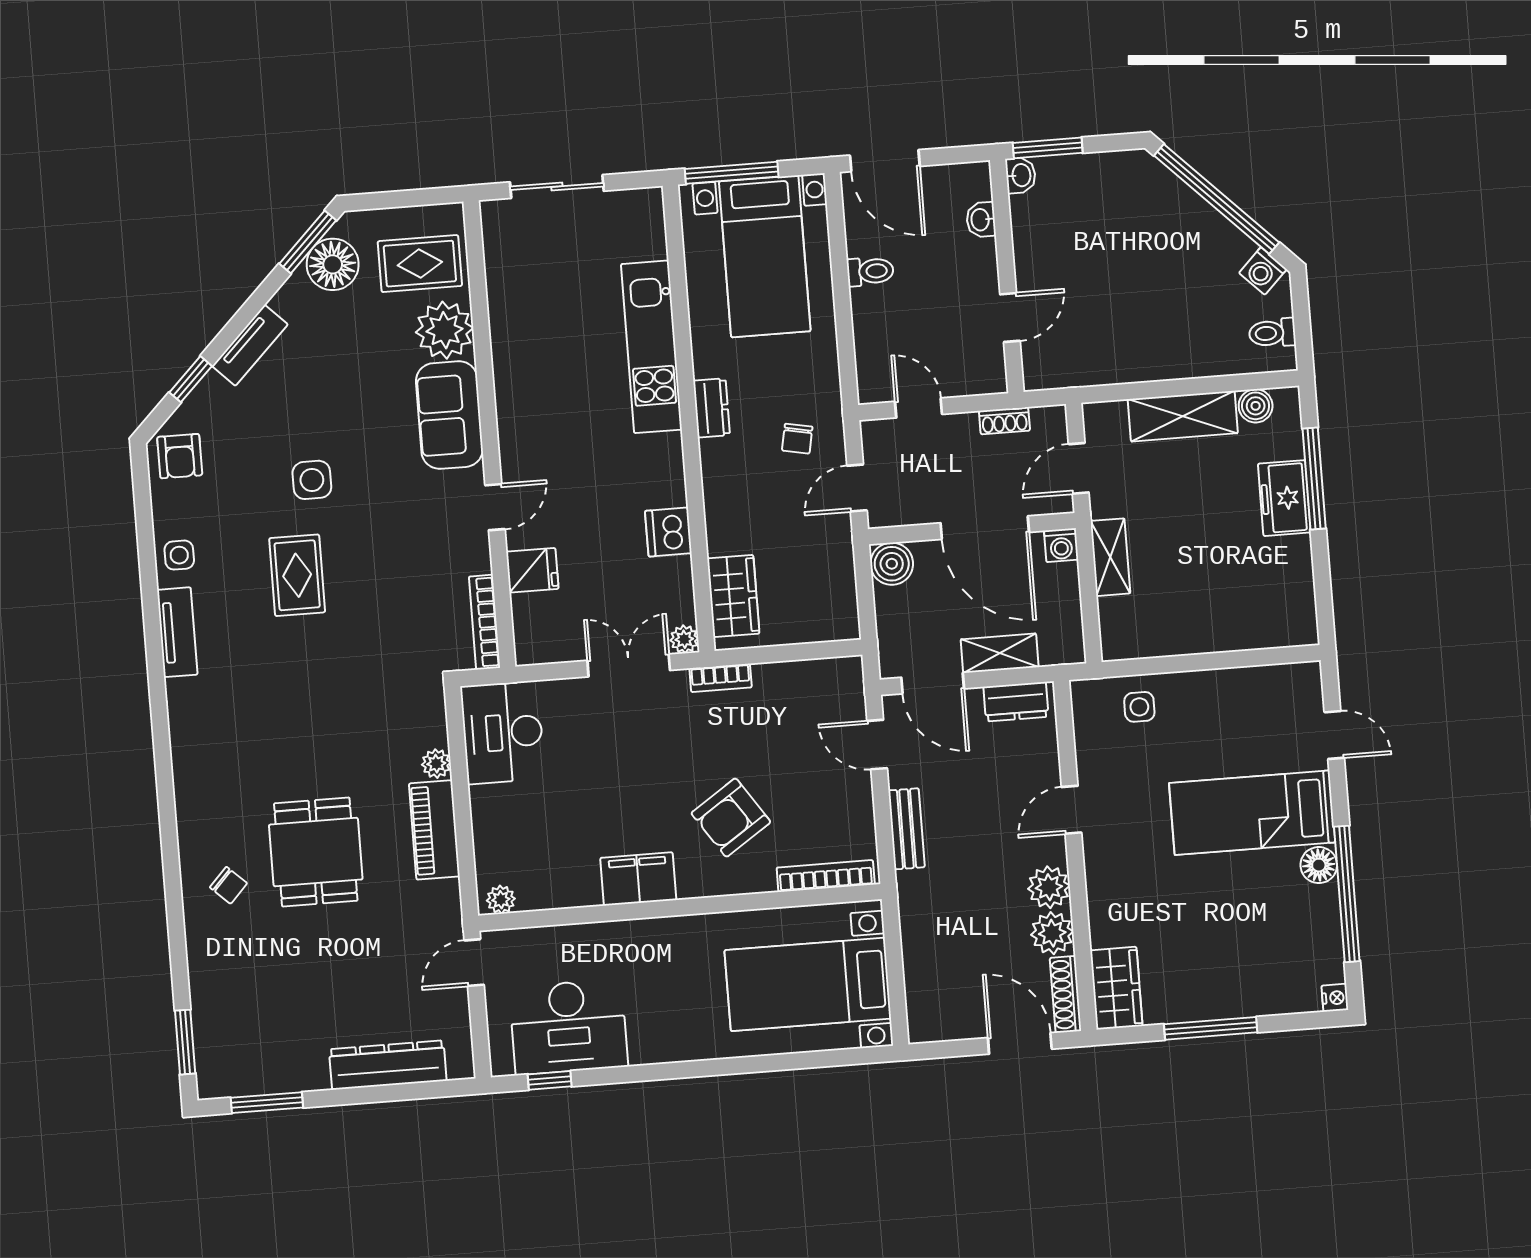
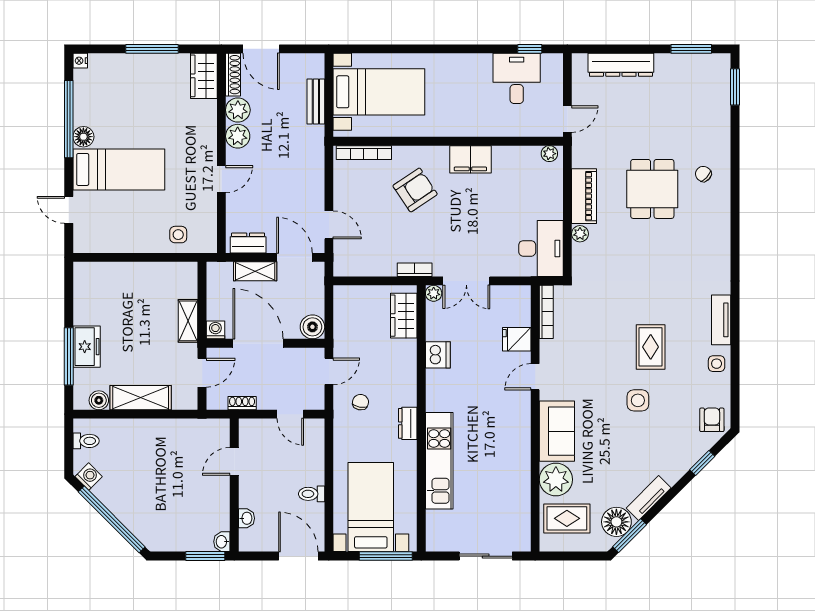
tv unit: (250, 345) -> (649, 498), moved
bench: (907, 829) -> (316, 102), moved
desk: (568, 1027) -> (517, 78), width x0.73

